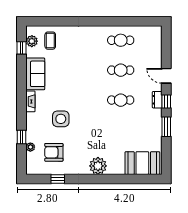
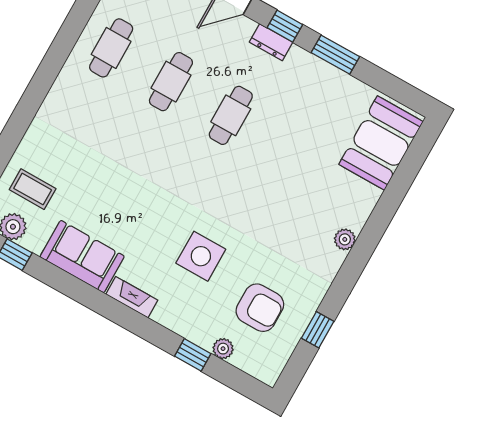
armchair: (54, 152) -> (260, 308), turned -90
plant: (98, 166) -> (345, 239), width x0.53, depth x0.53

